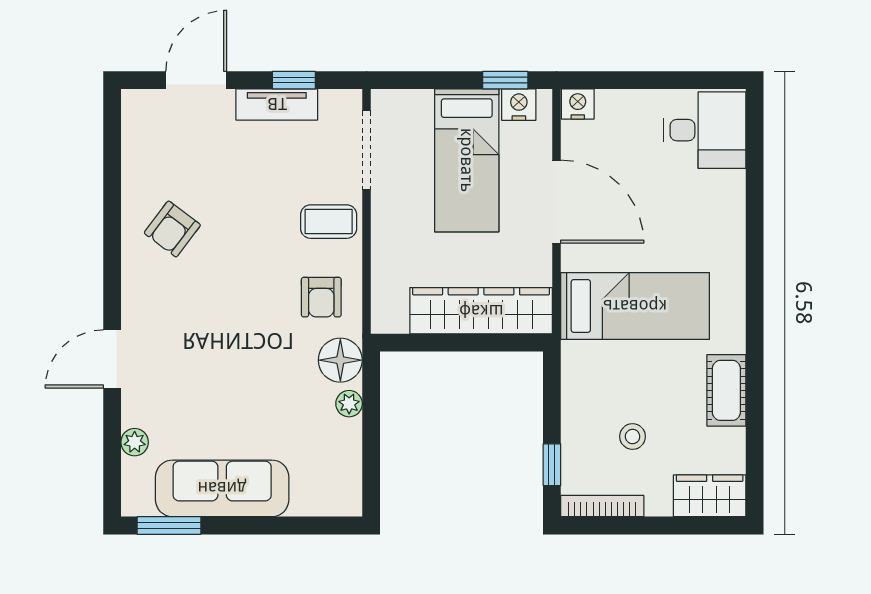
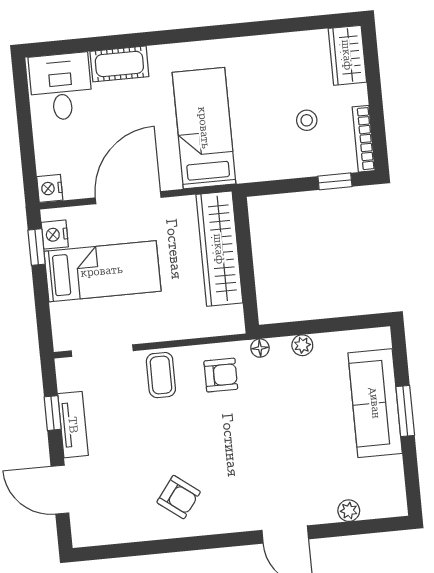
floor lamp: (340, 360) -> (260, 348), width x0.53, depth x0.53
cot: (726, 390) -> (119, 64), moved
sofa: (222, 488) -> (375, 403), moved
window: (169, 526) -> (405, 411), moved

